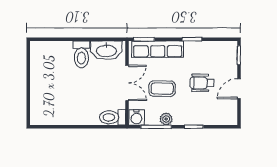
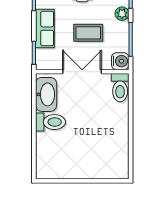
row of seats: (158, 49) -> (45, 29), width x0.68
coffee table: (162, 89) -> (88, 33), turned 90
plant: (166, 119) -> (122, 14), moved

